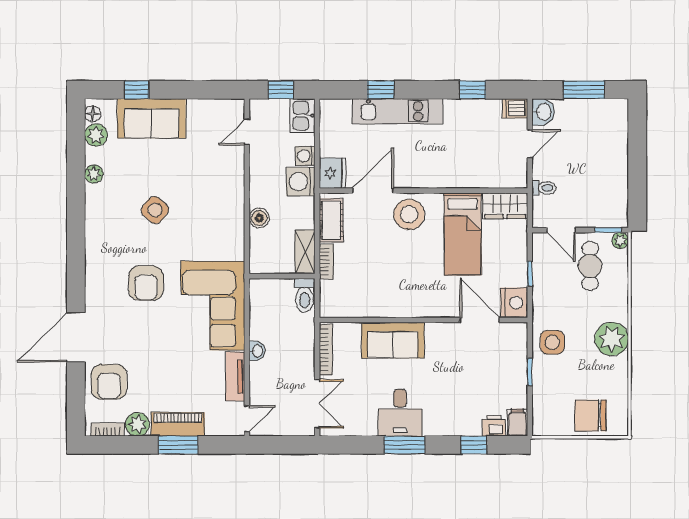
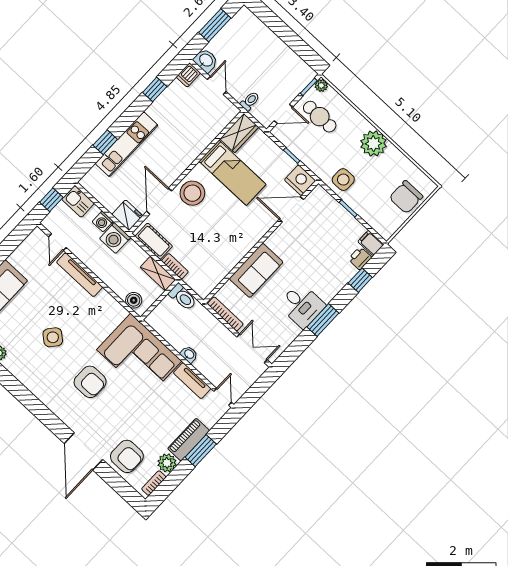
tv unit: (236, 181) -> (80, 275), added
boiler: (259, 218) -> (134, 300), moved

